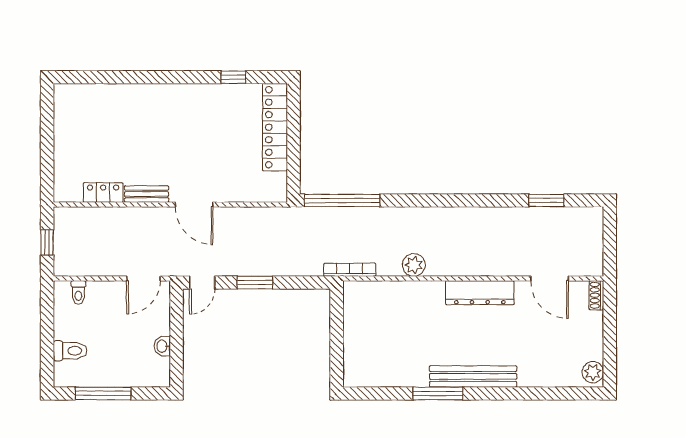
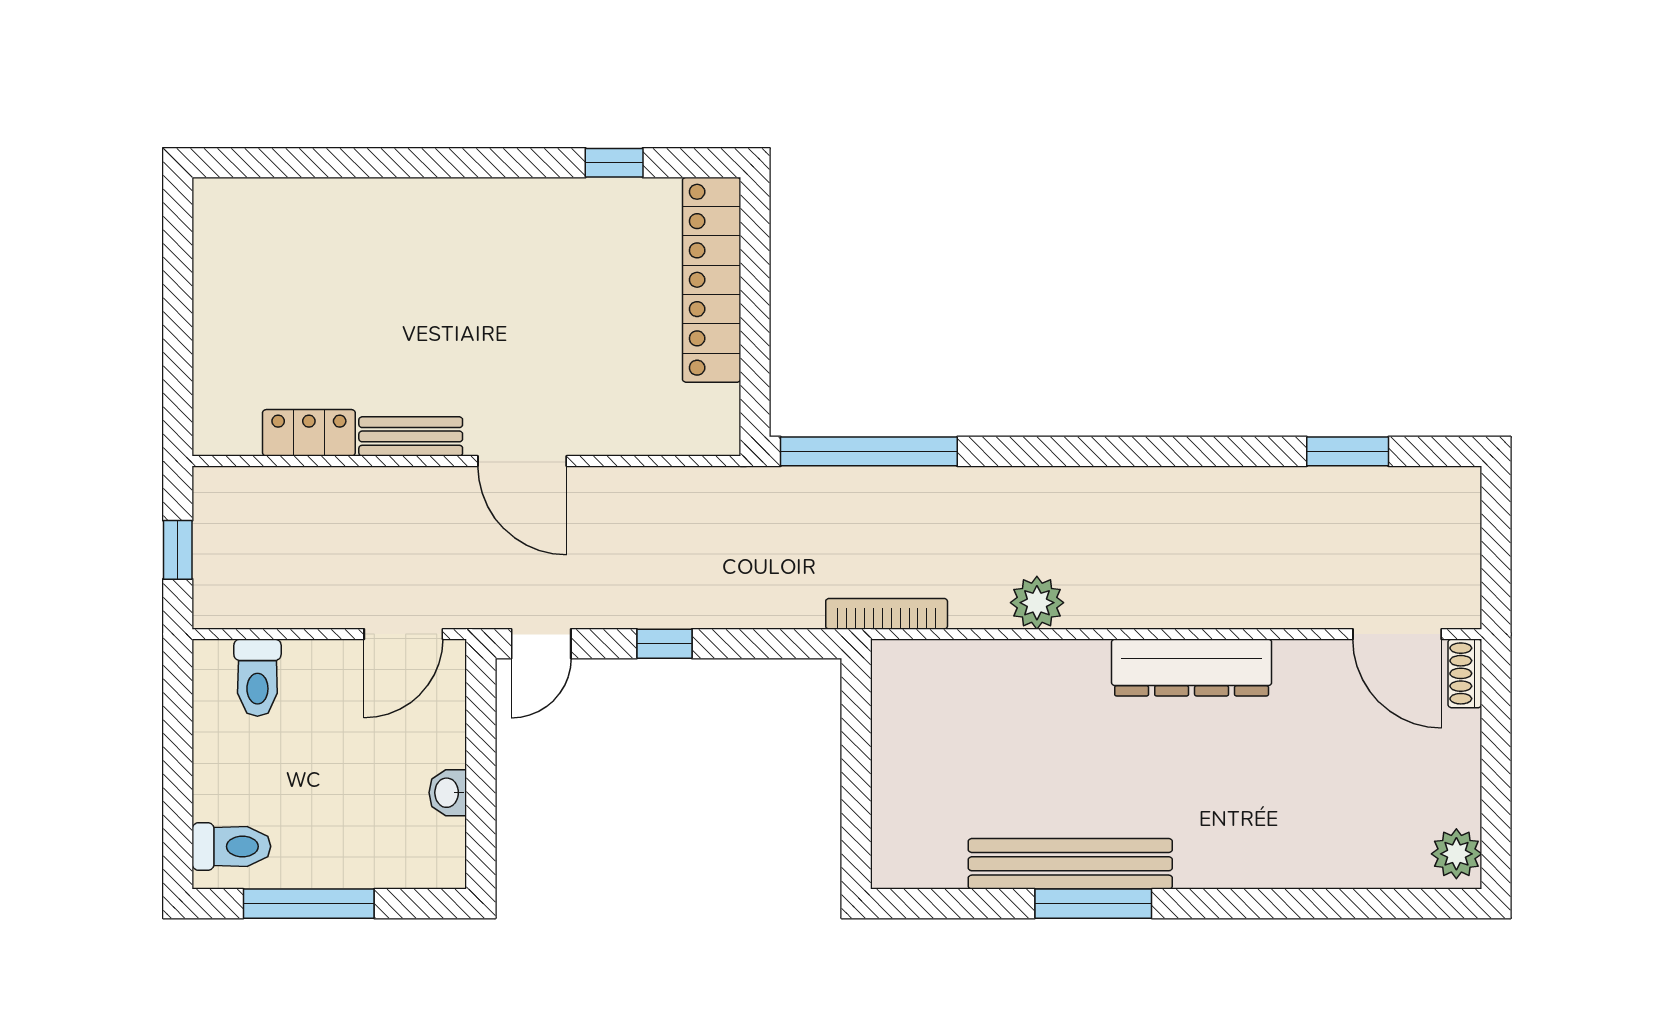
door: (550, 278) -> (1397, 634), moved
window: (255, 283) -> (664, 644), width x0.67
toilet: (78, 292) -> (257, 678), width x1.37, depth x1.39
toilet: (70, 351) -> (231, 846), moved
bench: (473, 376) -> (1070, 864), moved

